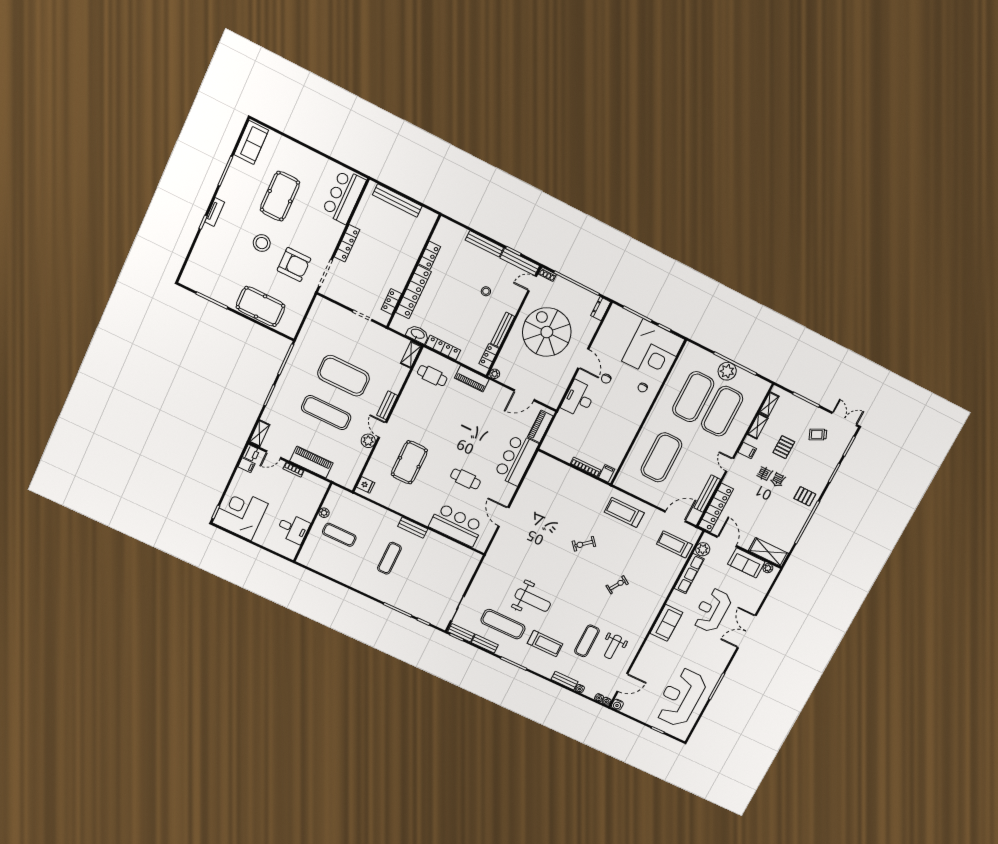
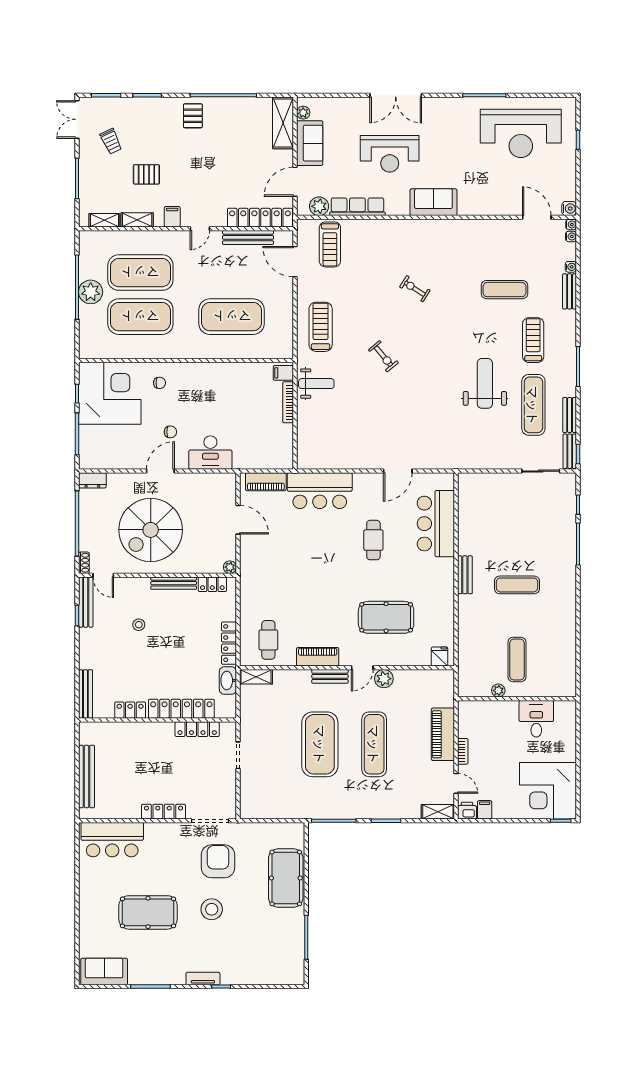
bench: (484, 244) -> (85, 694), moved
locker: (391, 302) -> (197, 729), width x1.53
piano: (472, 379) -> (318, 657), moved, turned -90
treadmill: (624, 512) -> (321, 327), turned 180
weight bench: (613, 647) -> (316, 384), moved

